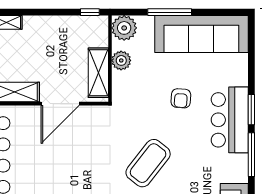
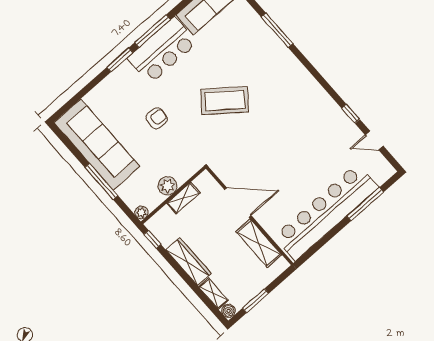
wardrobe: (48, 25) -> (189, 262), added
plant: (124, 28) -> (141, 212), width x0.53, depth x0.53
shelving: (98, 73) -> (183, 198), width x0.67, depth x0.75
bar counter: (230, 120) -> (162, 50), moved

